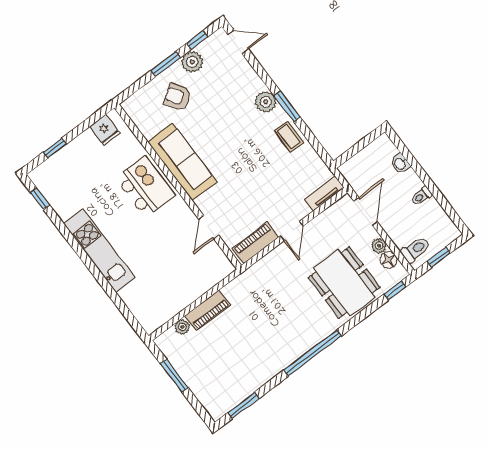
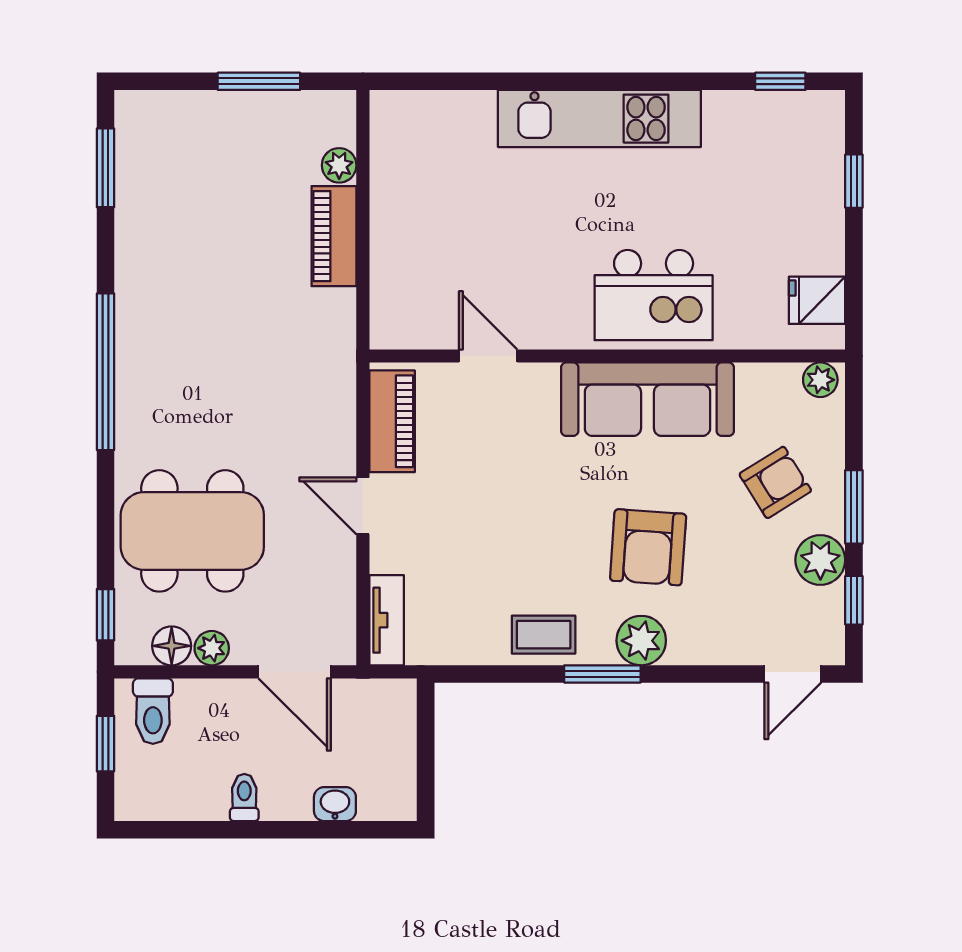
plant: (131, 108) -> (820, 380), added
armchair: (232, 124) -> (648, 547), added

